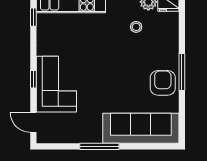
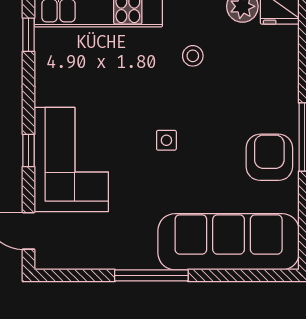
stool: (136, 27) -> (193, 56), moved
side table: (107, 74) -> (166, 140), added

